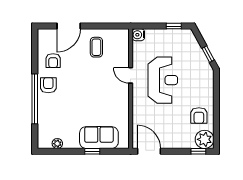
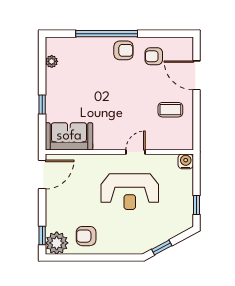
sofa: (99, 138) -> (69, 136), moved, turned -90

